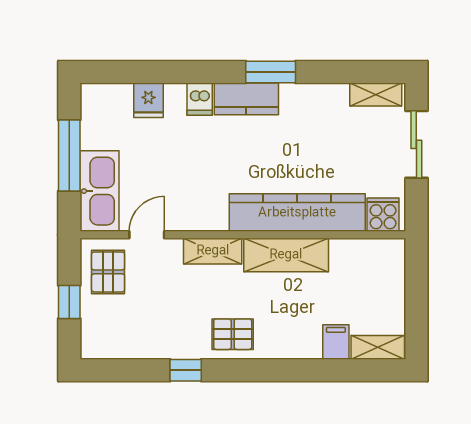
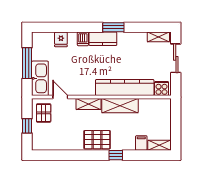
door: (147, 235) -> (60, 97), hinge flipped
pallet: (233, 334) -> (97, 140), width x1.50, depth x1.42
window: (186, 370) -> (116, 155), moved

